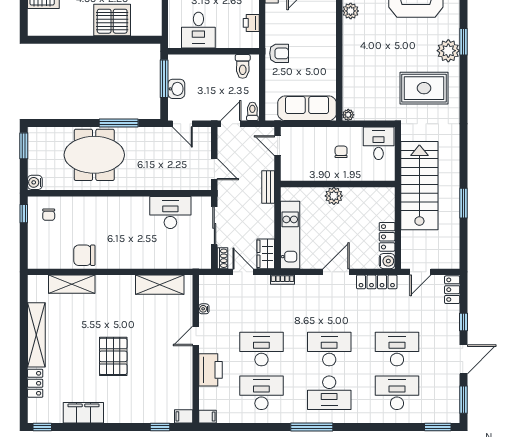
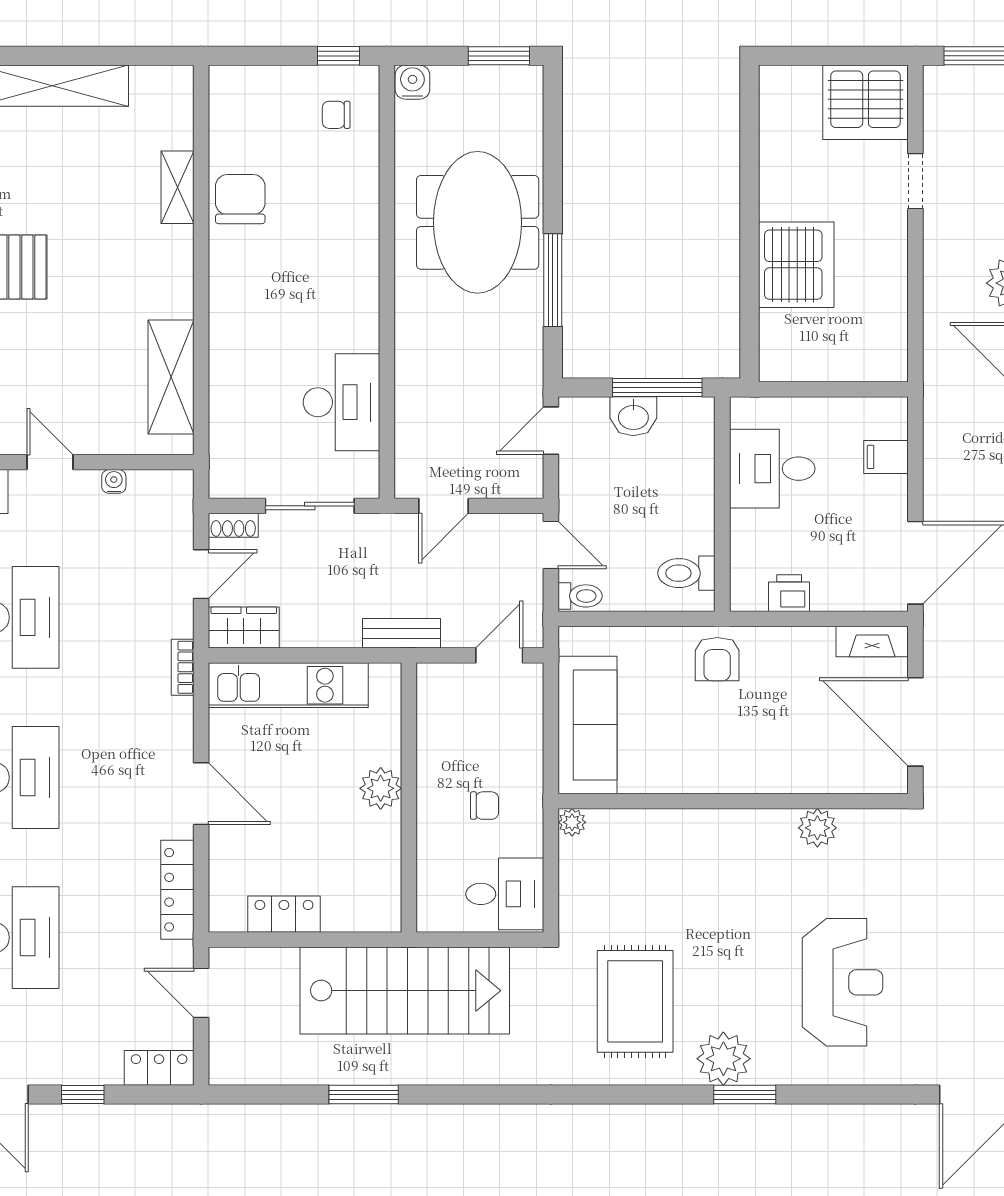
water cooler: (387, 261) -> (227, 914), removed
shelving: (72, 284) -> (177, 187), width x0.67, depth x0.75

